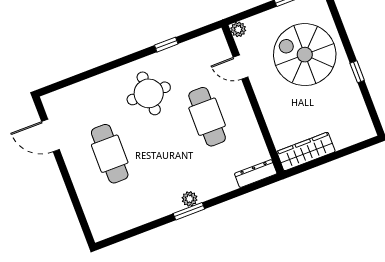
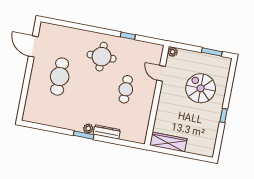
spiral stairs: (305, 55) -> (201, 88), width x0.73, depth x0.73
cafe table: (207, 117) -> (126, 89), width x0.73, depth x0.74
dresser: (256, 174) -> (107, 132), moved

